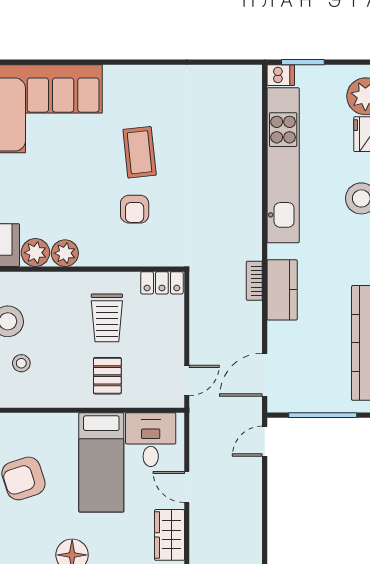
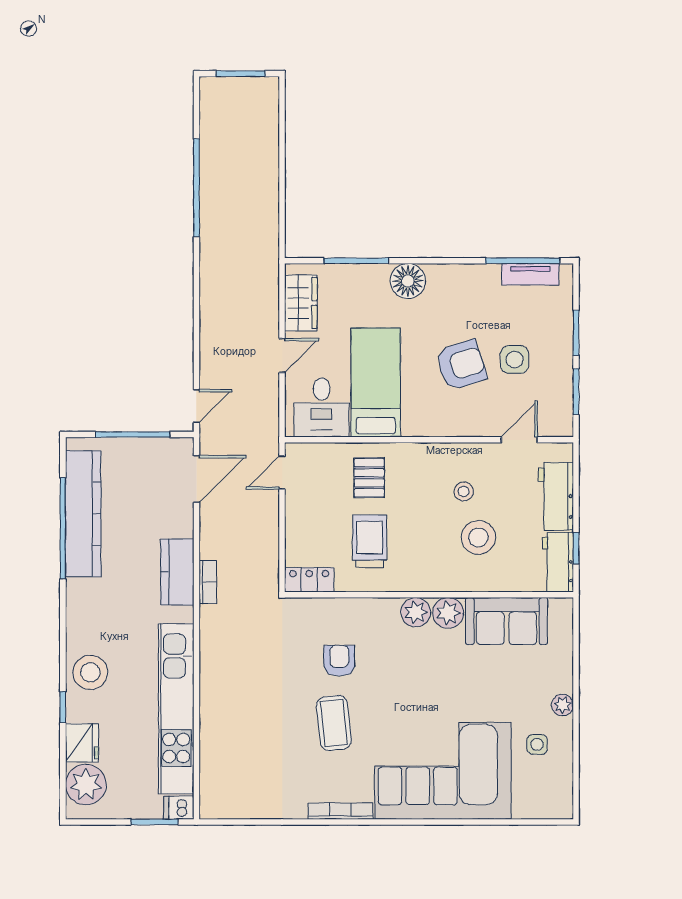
bookcase: (134, 72) -> (340, 811), added
door: (187, 487) -> (282, 356), hinge flipped

